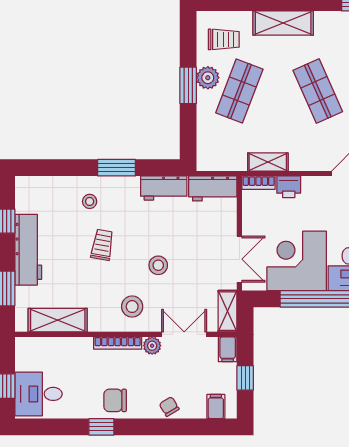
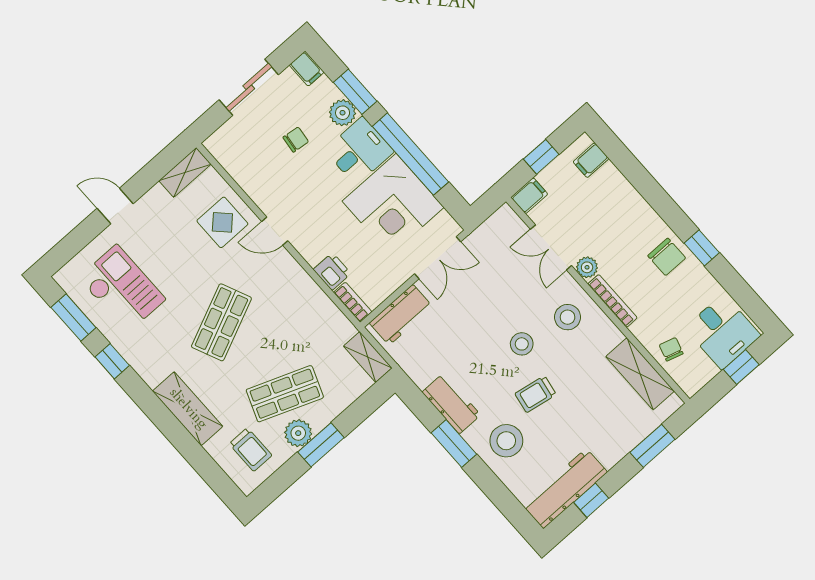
trolley: (224, 39) -> (251, 450), turned 180
shelving: (268, 162) -> (368, 357), moved
workbench: (164, 188) -> (451, 404), moved
workbench: (213, 188) -> (401, 315), moved, turned 90
stool: (90, 201) -> (506, 441), width x1.89, depth x1.89
workbench: (28, 250) -> (565, 489), moved
double door: (239, 259) -> (438, 258), swing flipped
stool: (158, 265) -> (522, 344), moved
shelving: (228, 311) -> (495, 227), removed
chair: (169, 407) -> (671, 349), moved, turned 138

